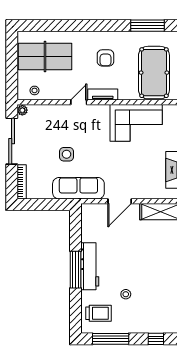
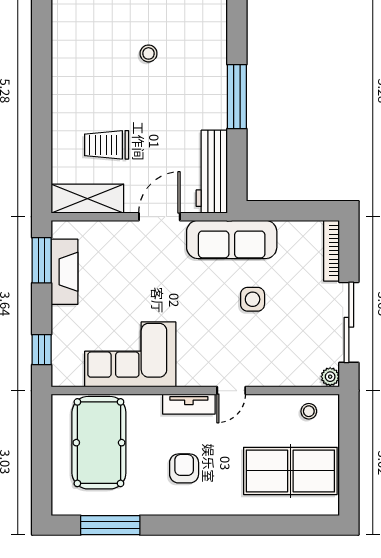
workbench: (90, 266) -> (212, 172), moved
trolley: (99, 313) -> (107, 145), moved

